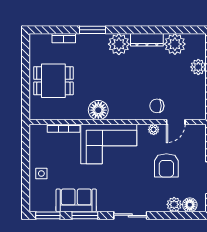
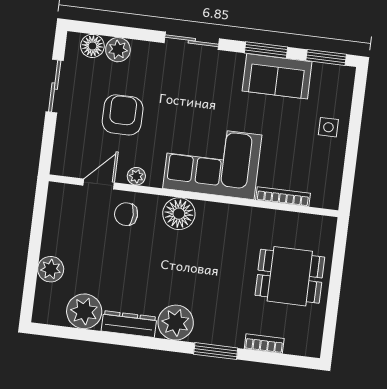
chair: (157, 106) -> (126, 214), turned 180
floor lamp: (98, 110) -> (179, 214), moved

